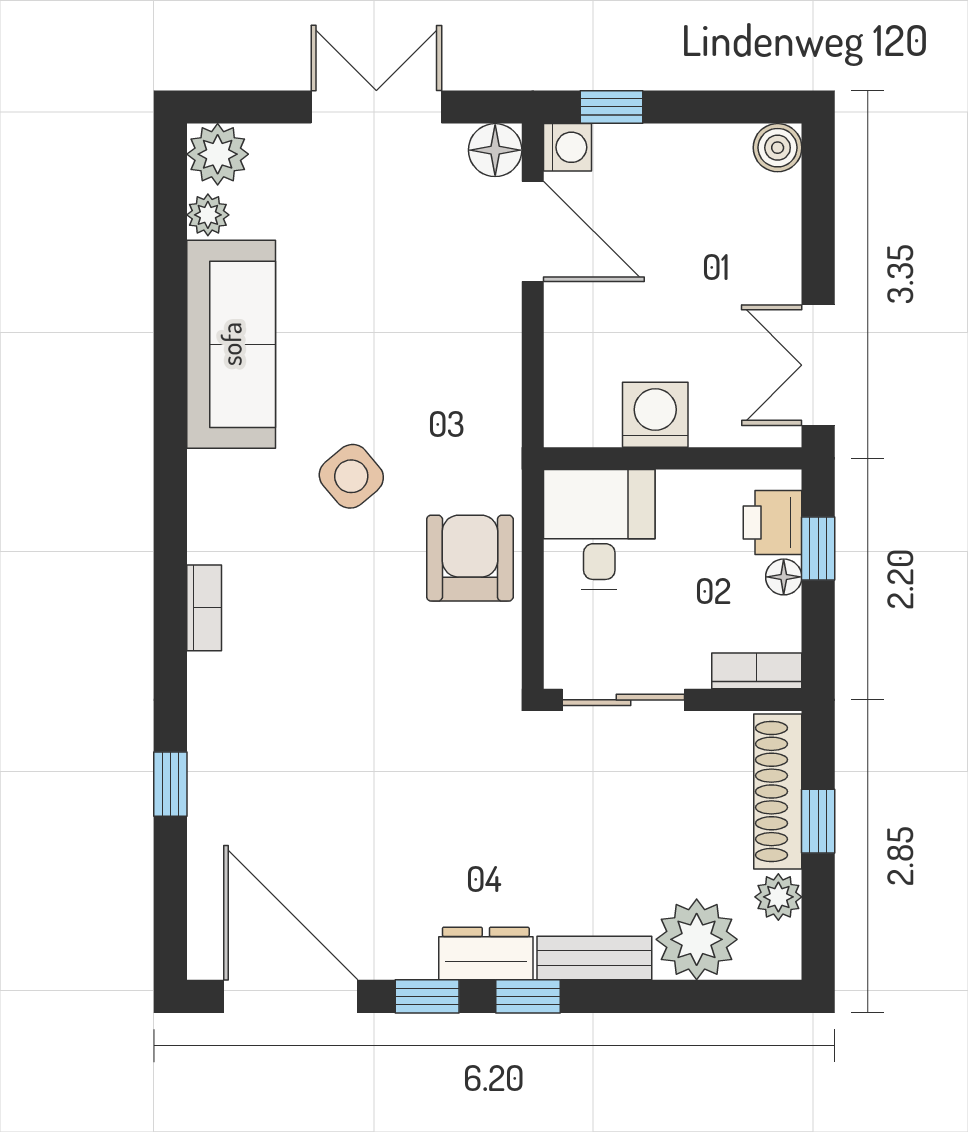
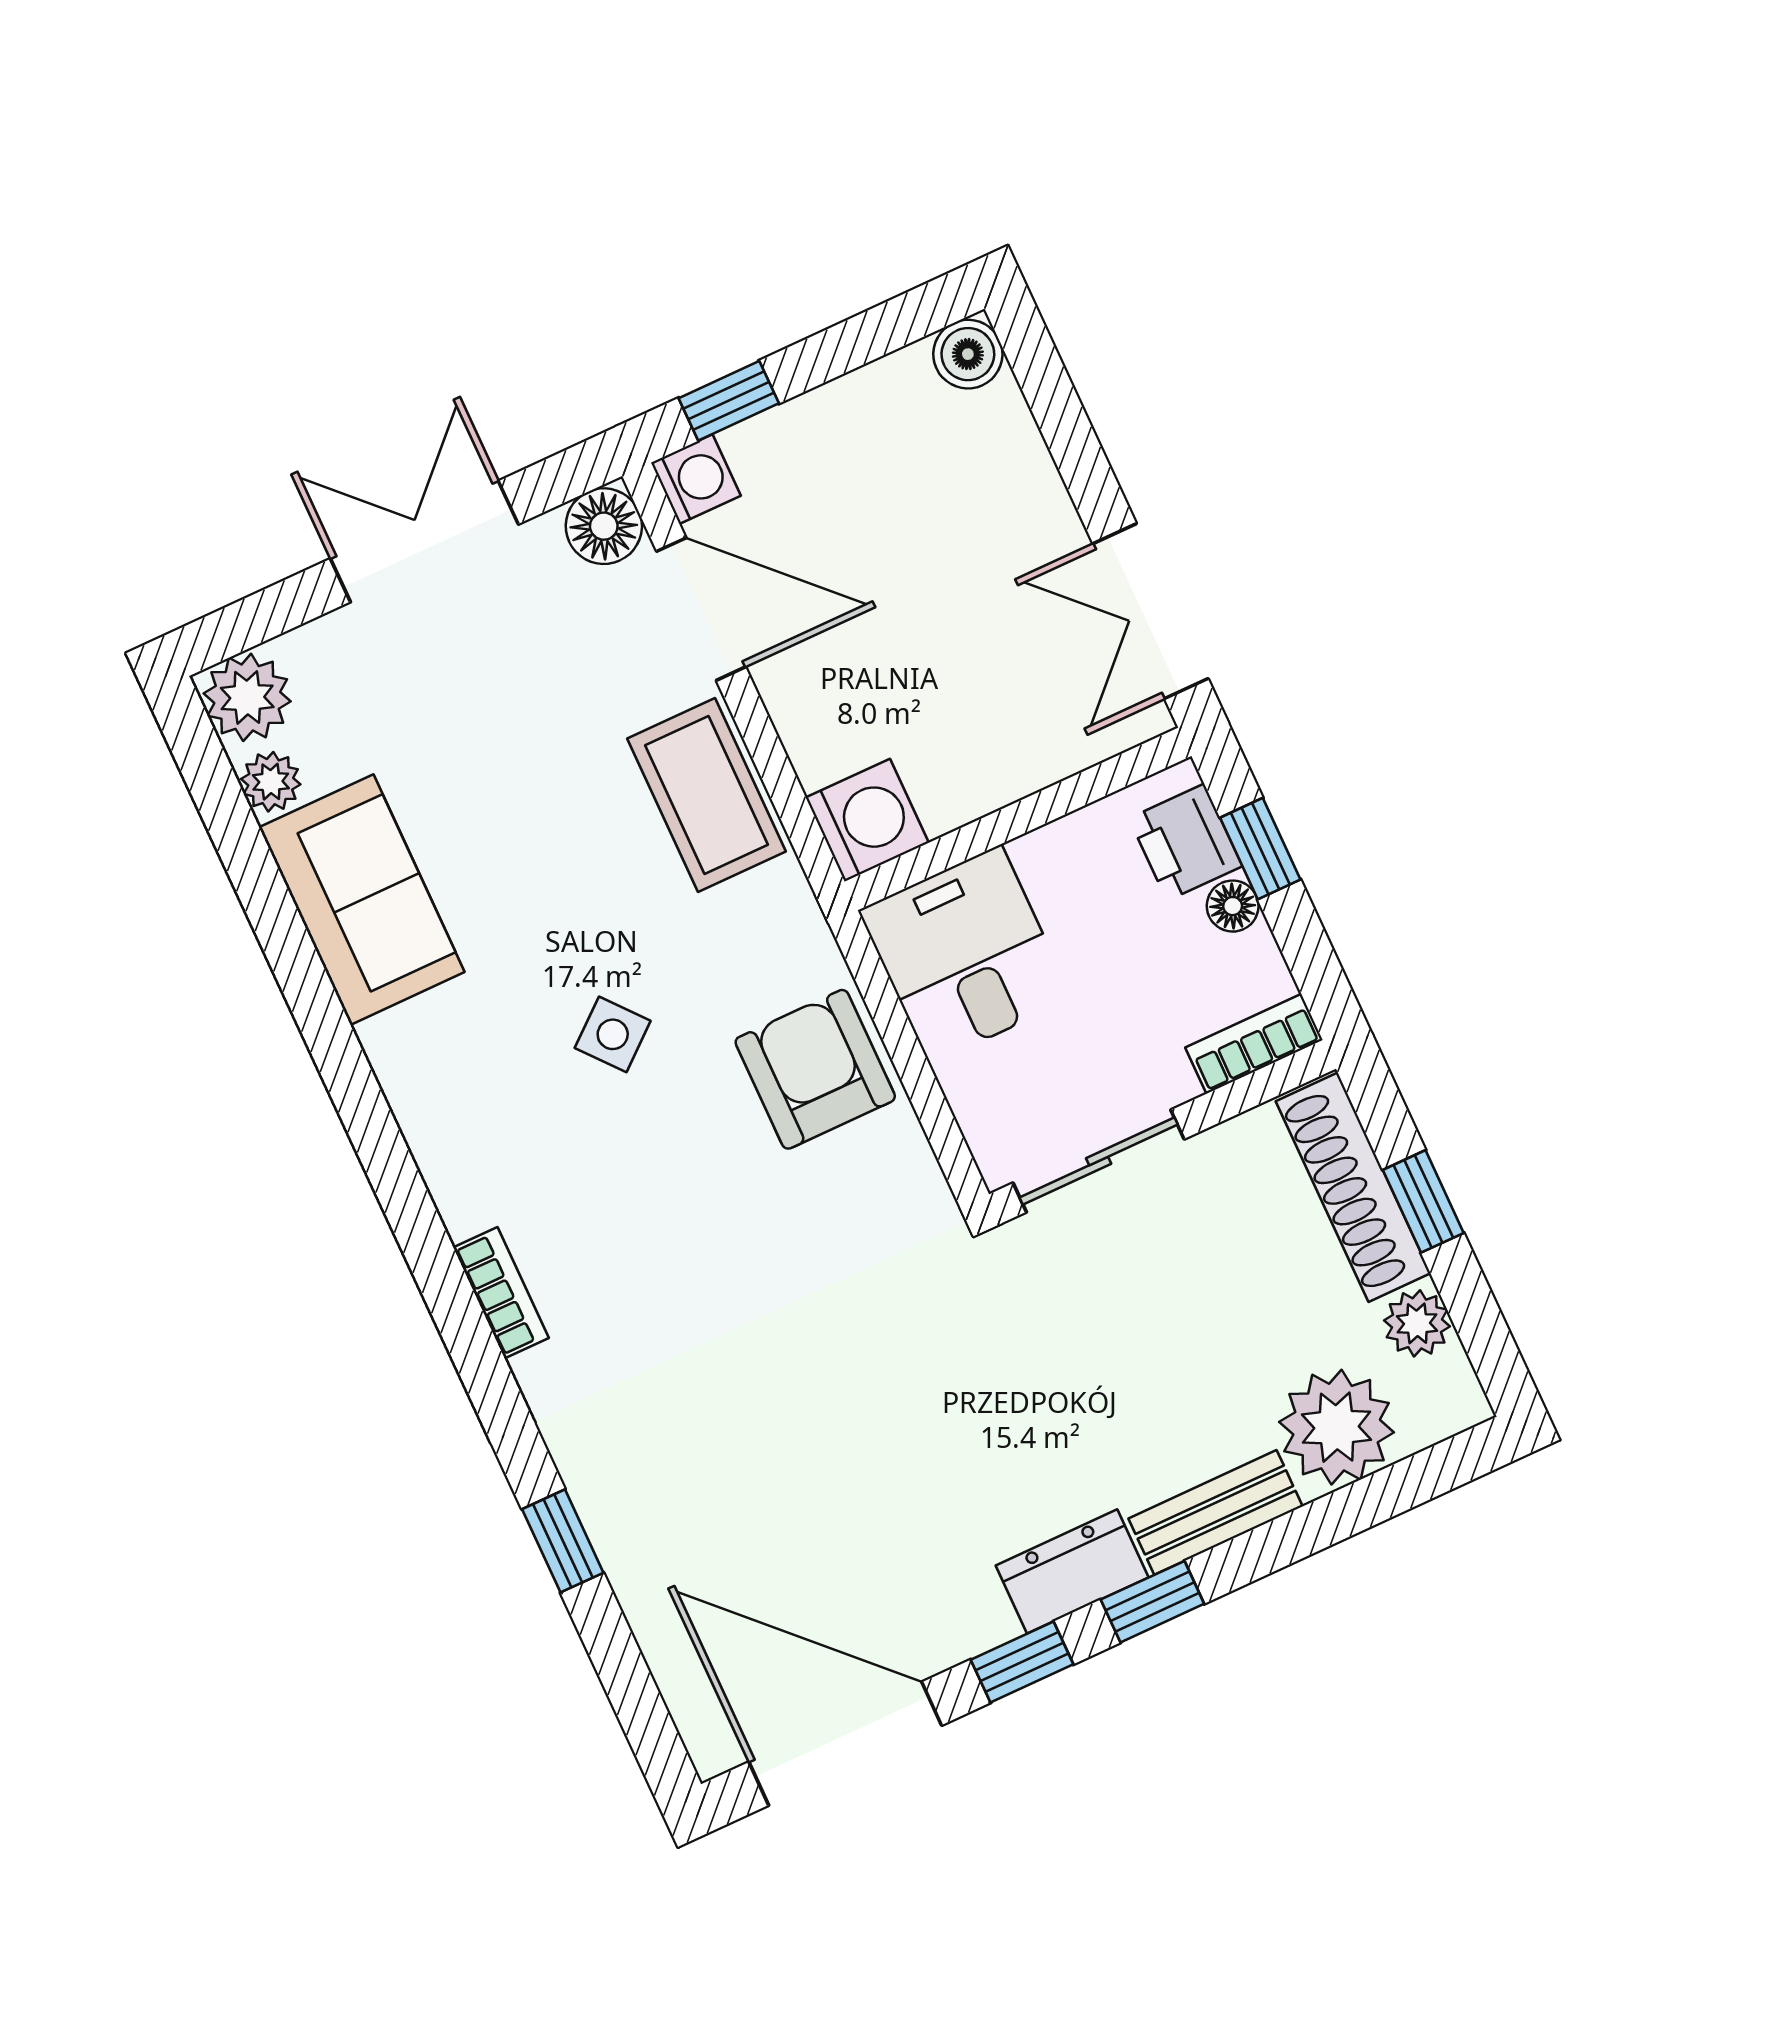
sofa: (231, 344) -> (362, 900), width x0.73
coffee table: (481, 351) -> (707, 795), added
washing machine: (655, 415) -> (867, 820), moved, turned 90
side table: (351, 476) -> (613, 1034), width x0.73, depth x0.73

